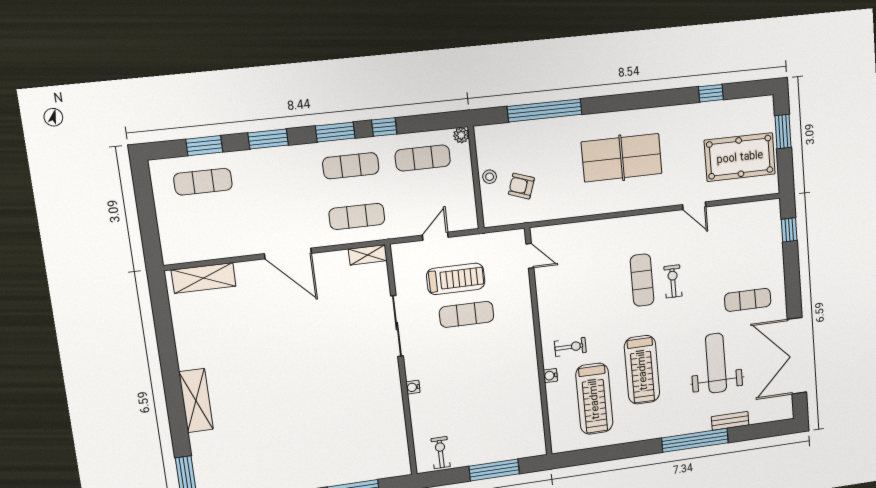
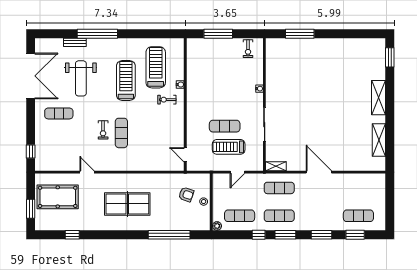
shelving: (204, 278) -> (379, 140), moved, turned 90

